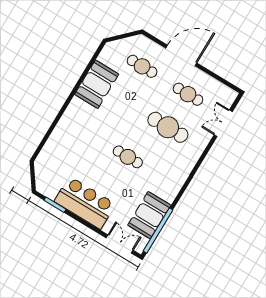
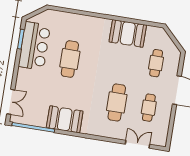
cafe table: (128, 157) -> (70, 59), moved, width x1.37, depth x1.35
bar counter: (85, 203) -> (34, 46), moved
booth: (149, 215) -> (65, 119), moved

